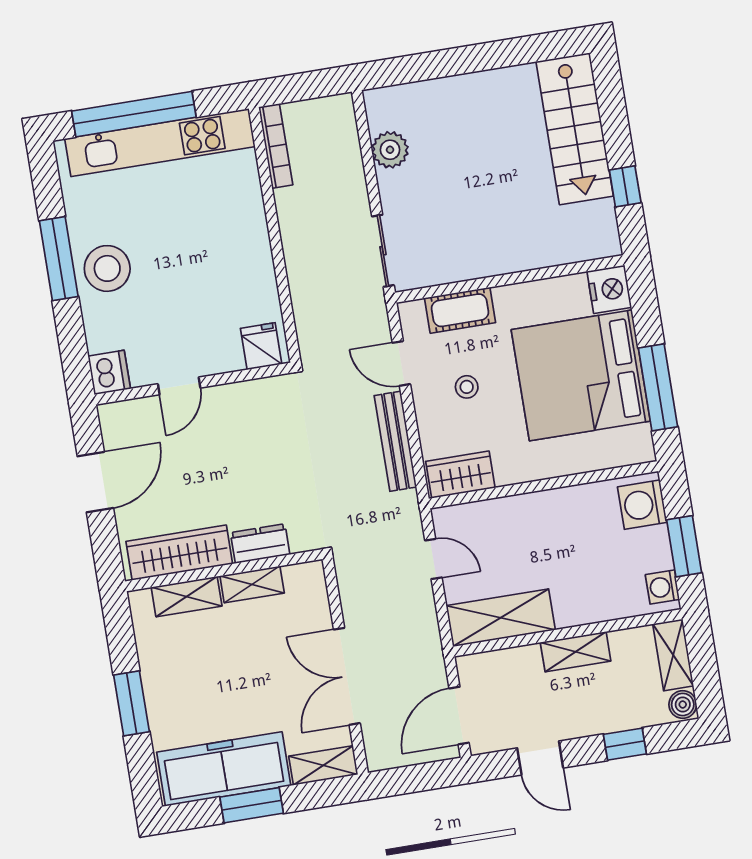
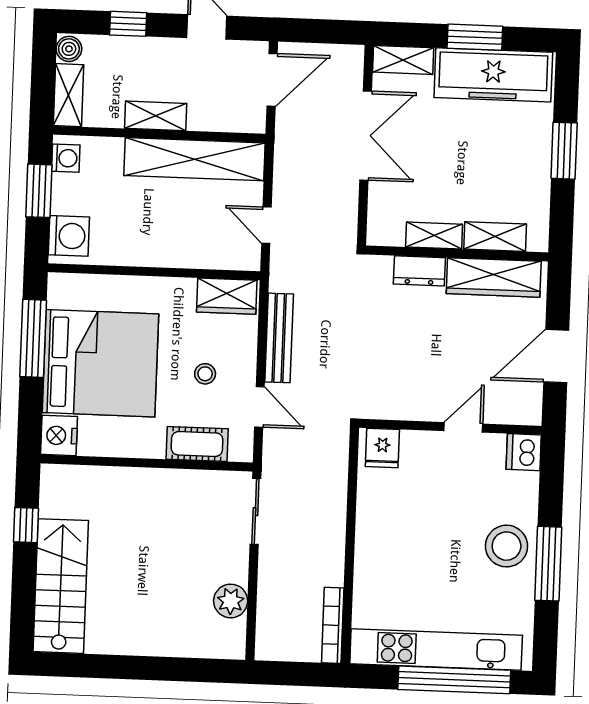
shelving: (501, 618) -> (194, 159), width x1.47

